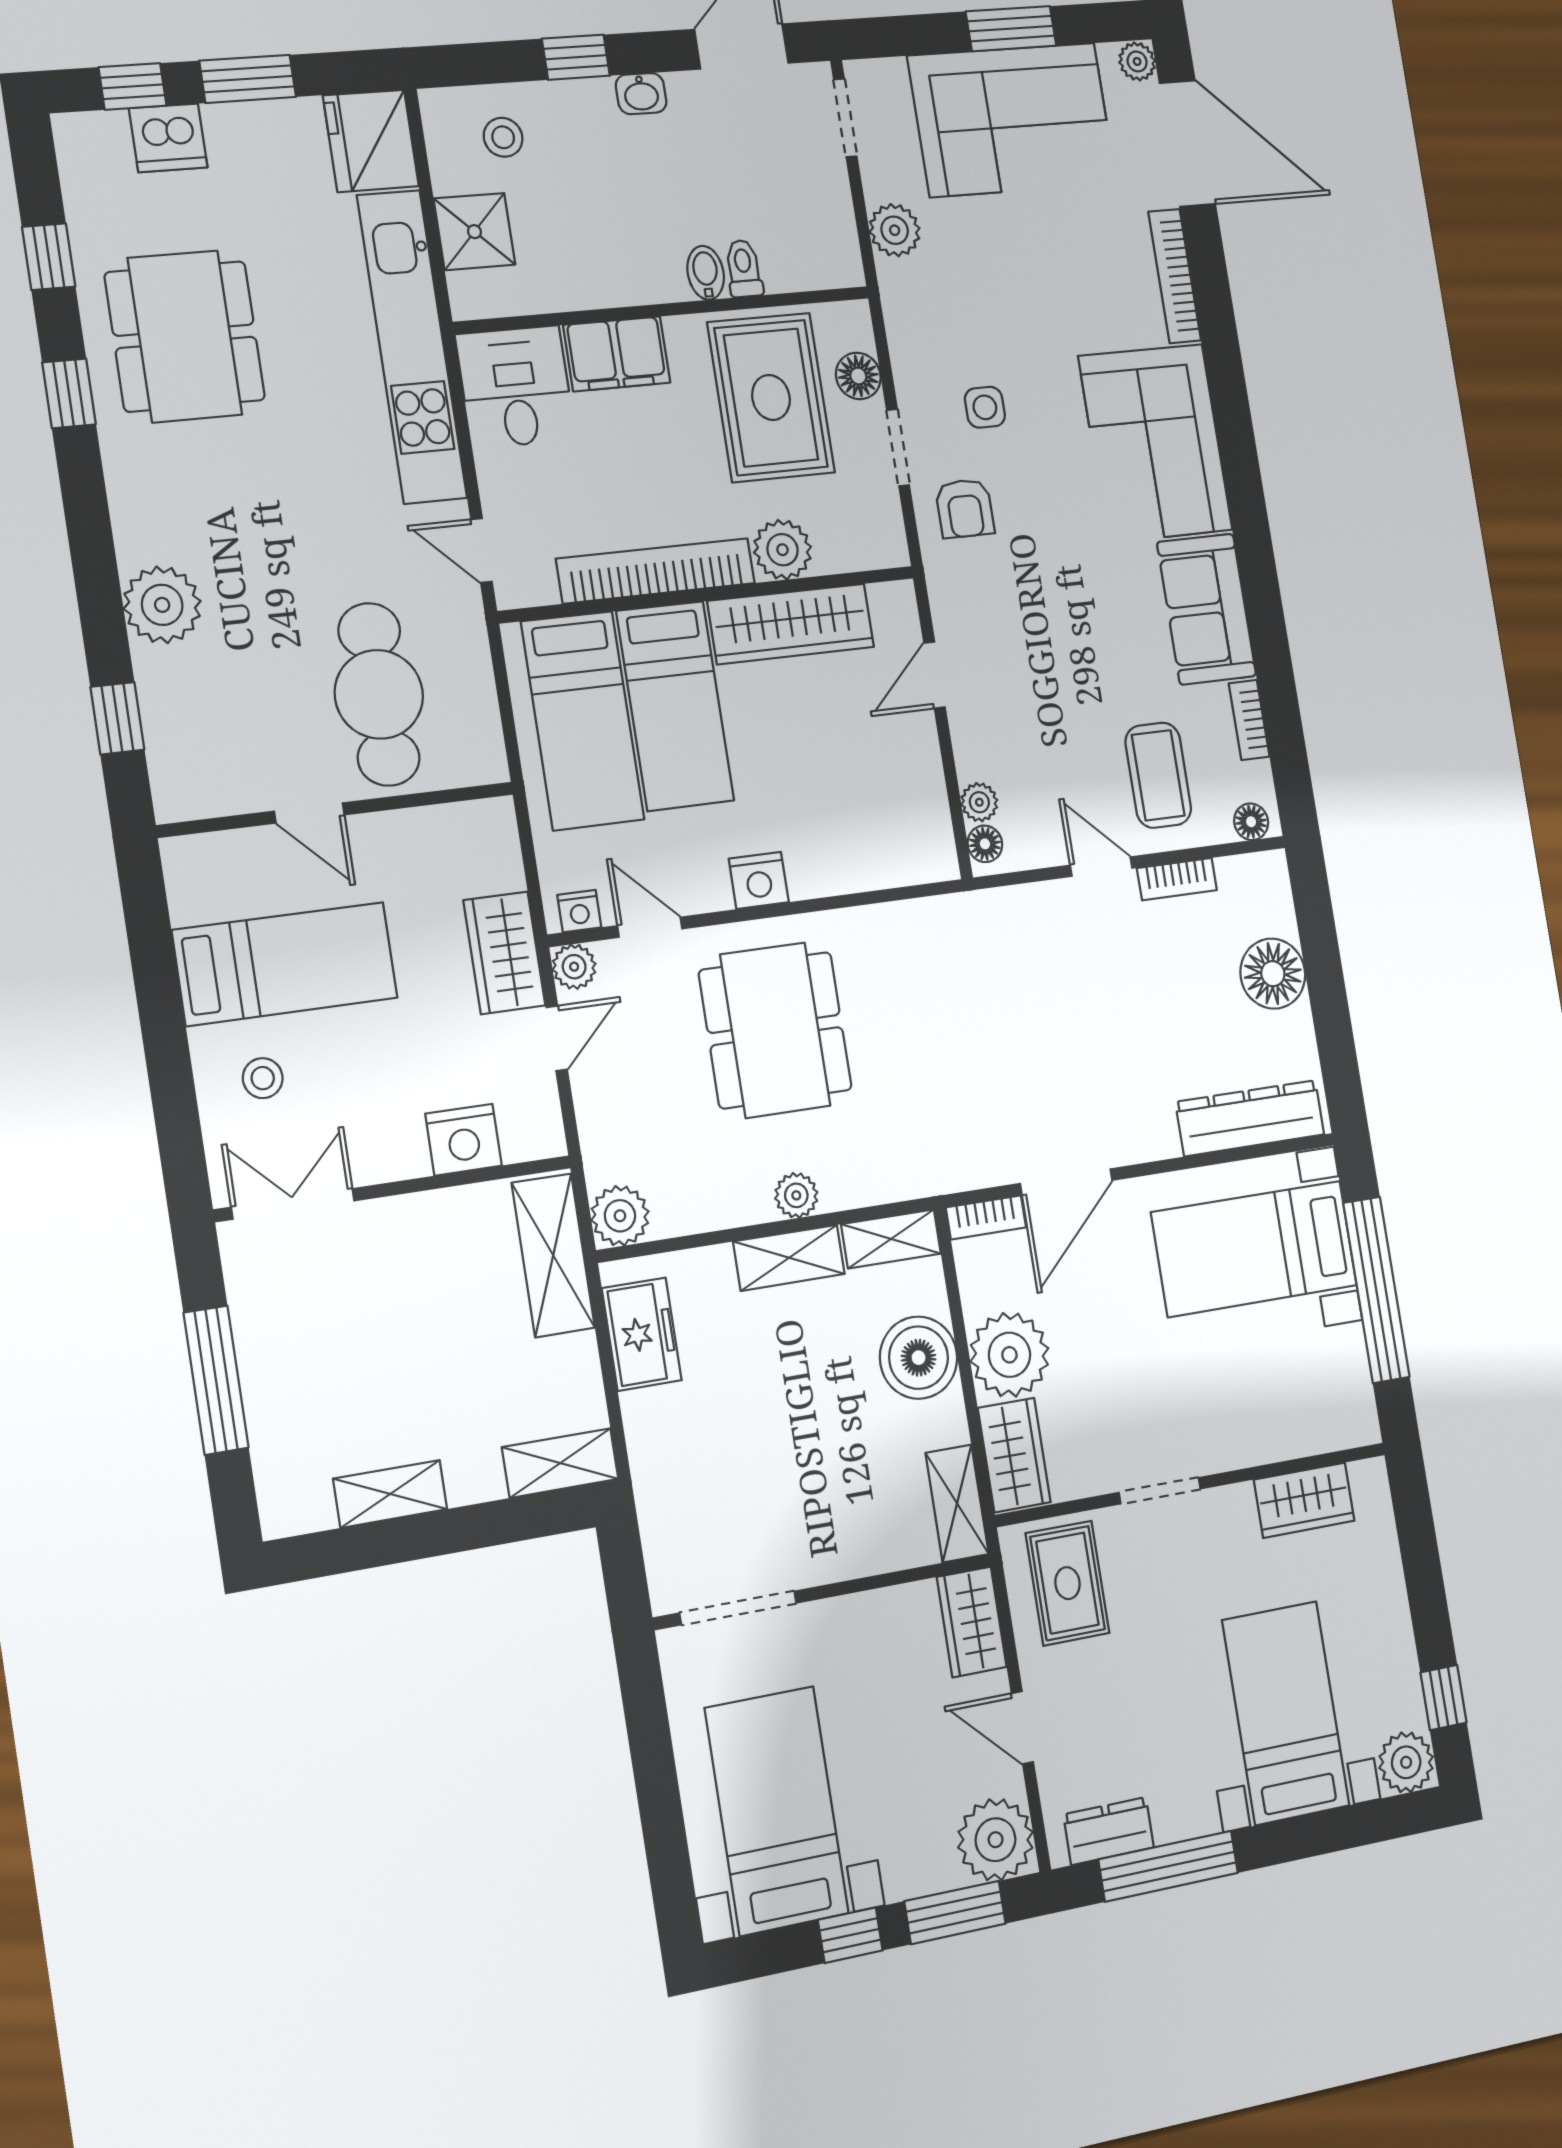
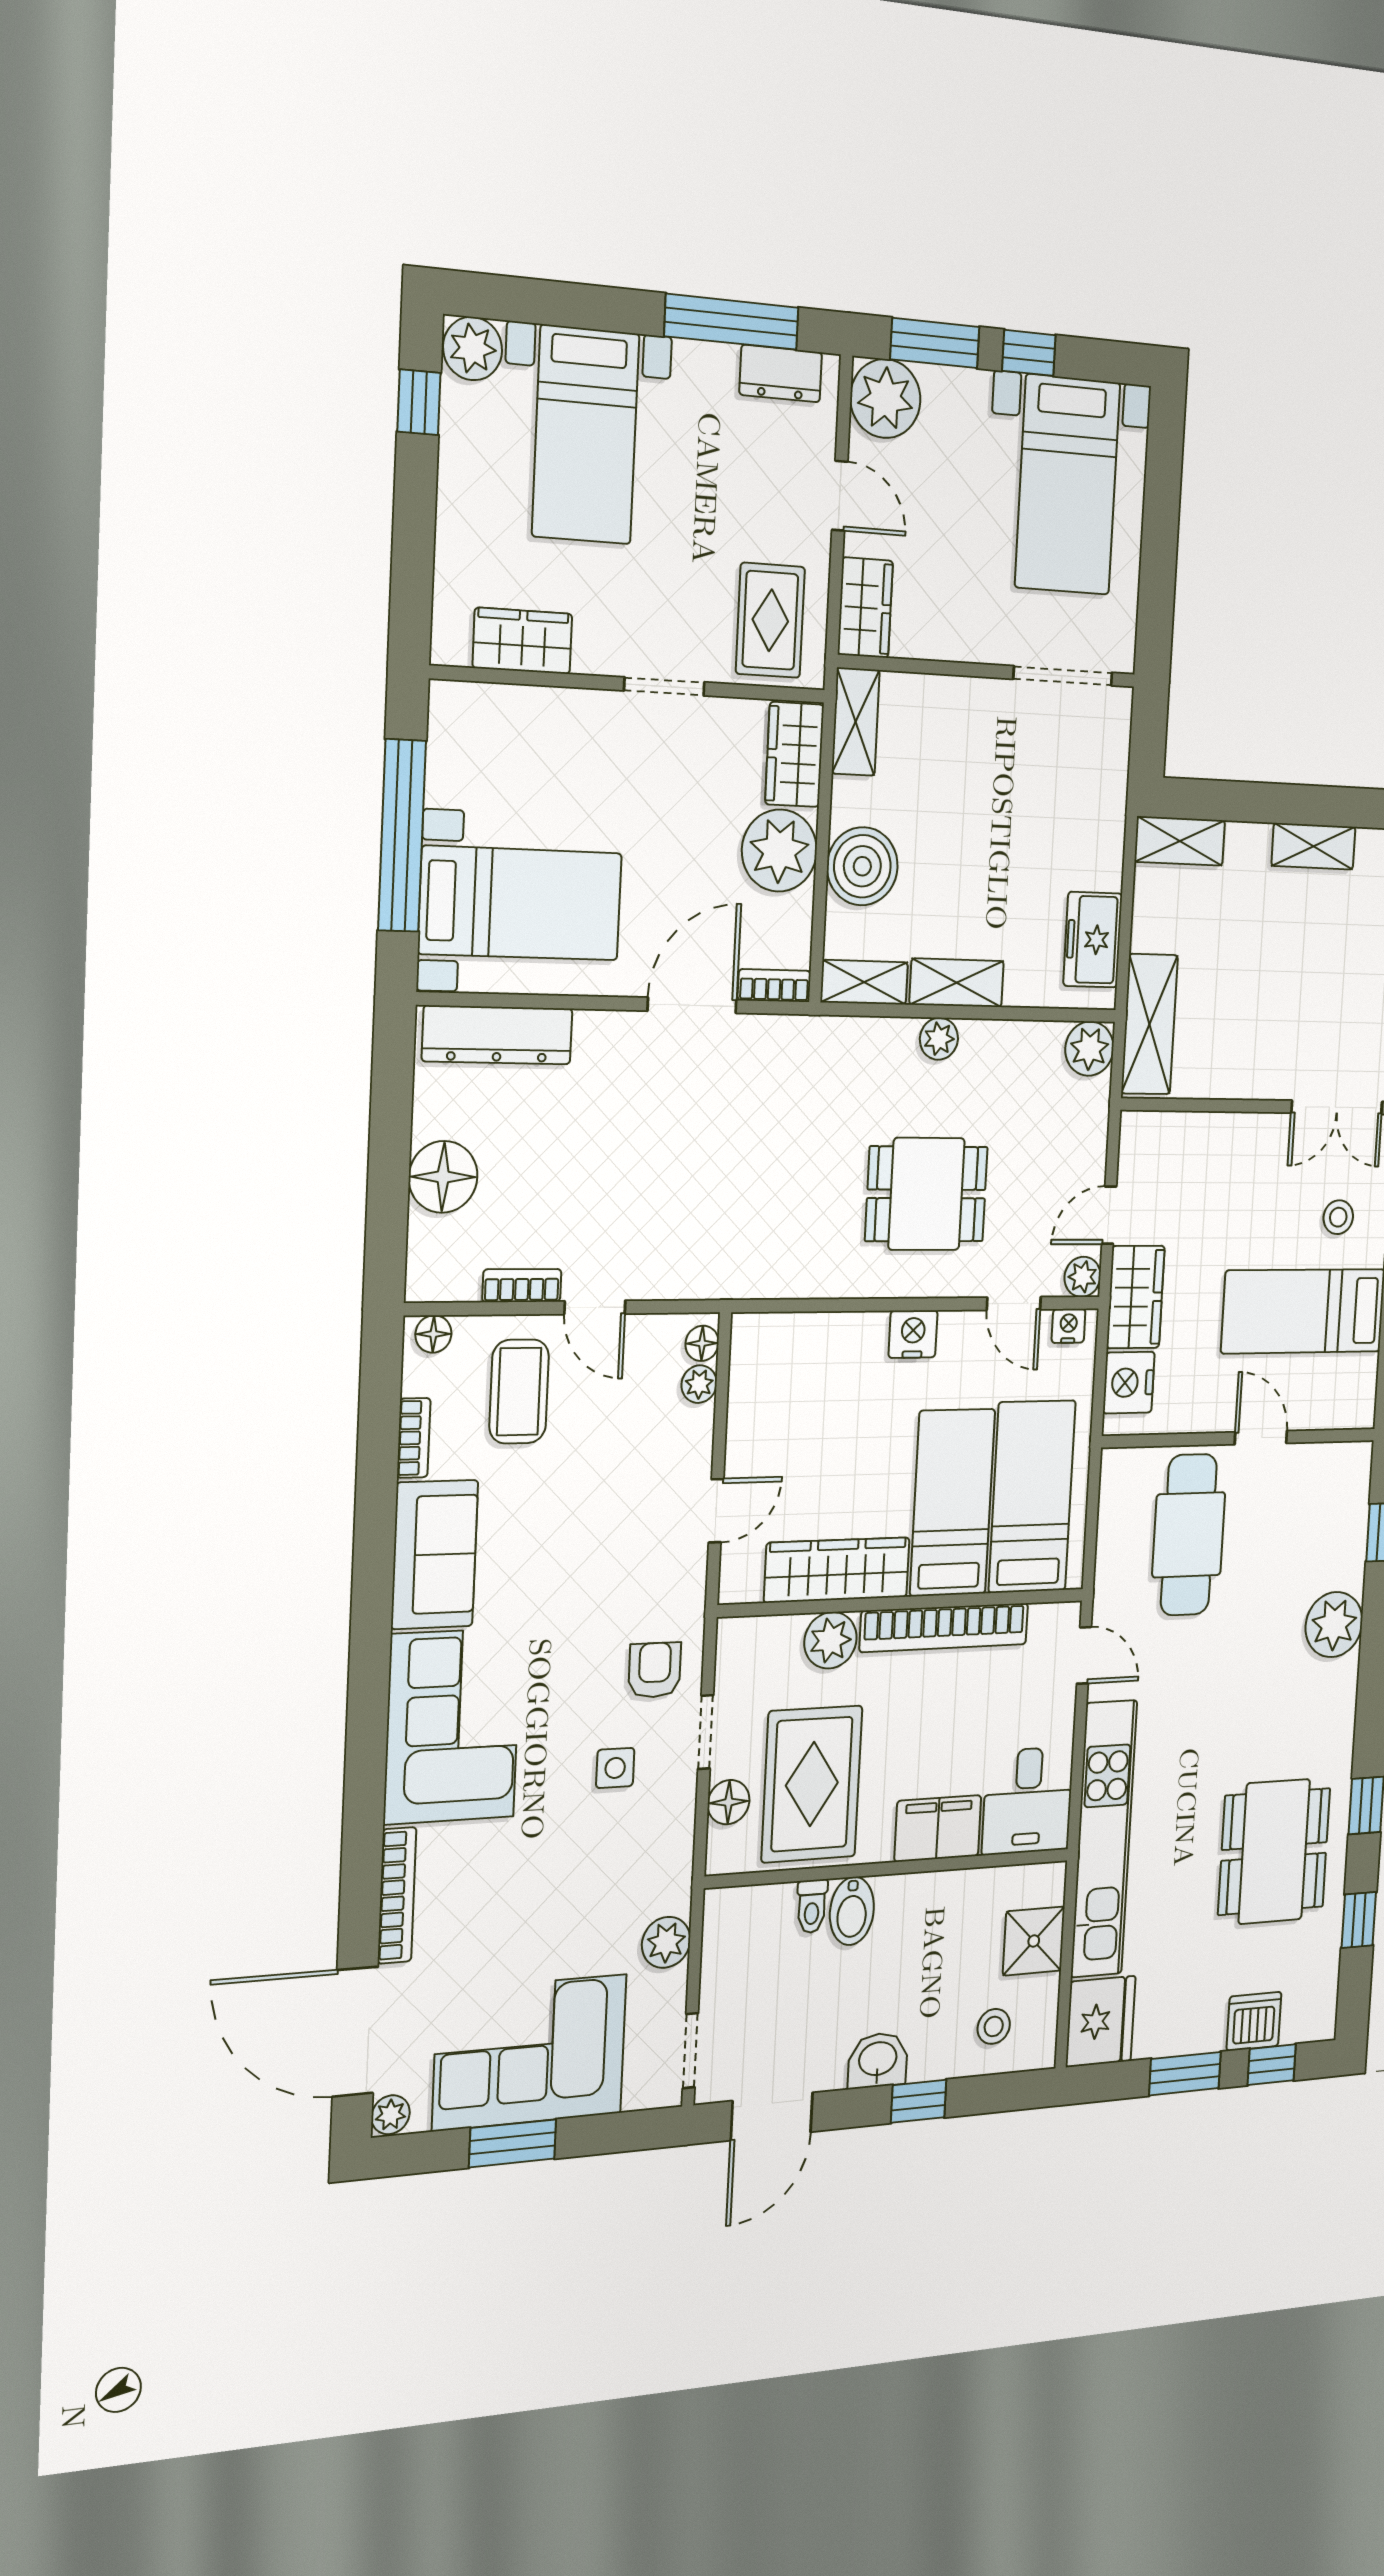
washbasin: (641, 94) -> (878, 2060), width x1.38, depth x1.45
bidet: (706, 273) -> (852, 1911), width x1.38, depth x1.36
dining table: (775, 1030) -> (926, 1194), width x0.73
nightstand: (464, 1140) -> (1129, 1383), moved, turned -90

